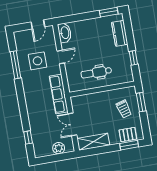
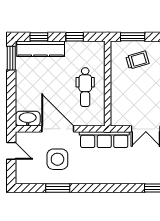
window: (129, 30) -> (39, 37), added
kitchen counter: (120, 33) -> (41, 49), width x1.50
door: (61, 57) -> (58, 129), width x1.87
window: (16, 65) -> (58, 188), width x0.69

